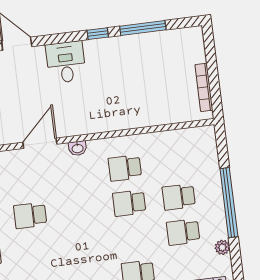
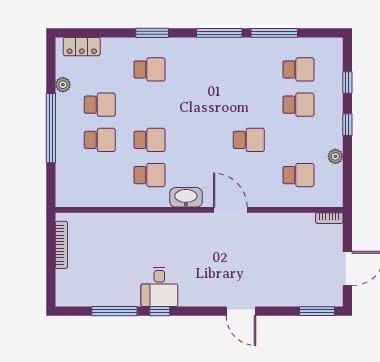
desk: (66, 62) -> (159, 287), moved
door: (40, 143) -> (230, 210), swing flipped
washbasin: (78, 148) -> (186, 197), width x1.91, depth x1.45

